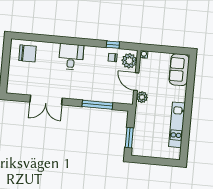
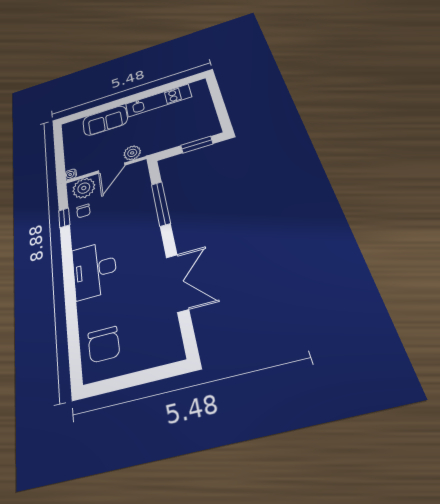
chair: (27, 53) -> (104, 344), turned 180
desk: (71, 57) -> (94, 270), width x1.37
sofa: (179, 70) -> (105, 121), moved

